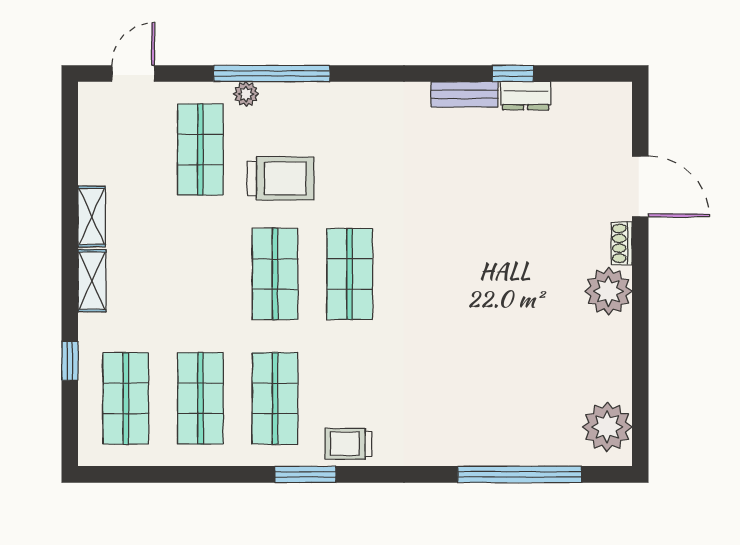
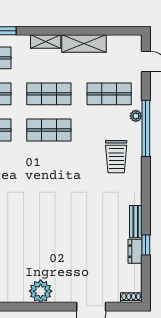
trolley: (281, 178) -> (116, 157), moved
shelving: (92, 217) -> (84, 44), width x1.50, depth x1.33
shoe rack: (622, 243) -> (131, 298), moved
shop shelf: (350, 274) -> (49, 94), moved

